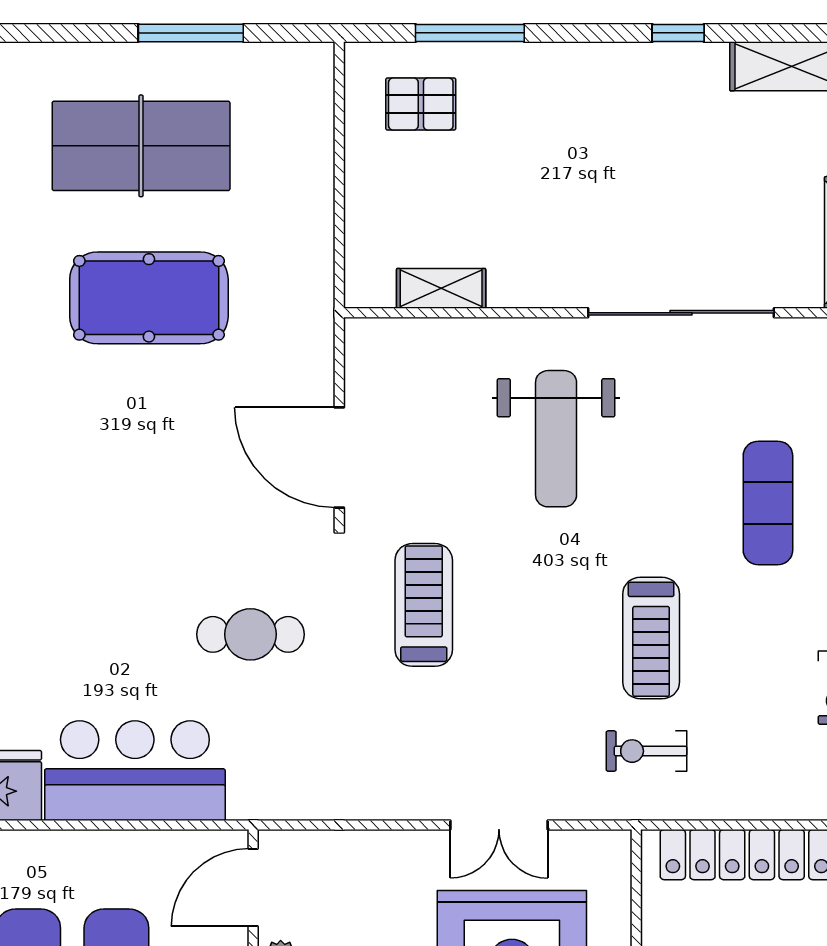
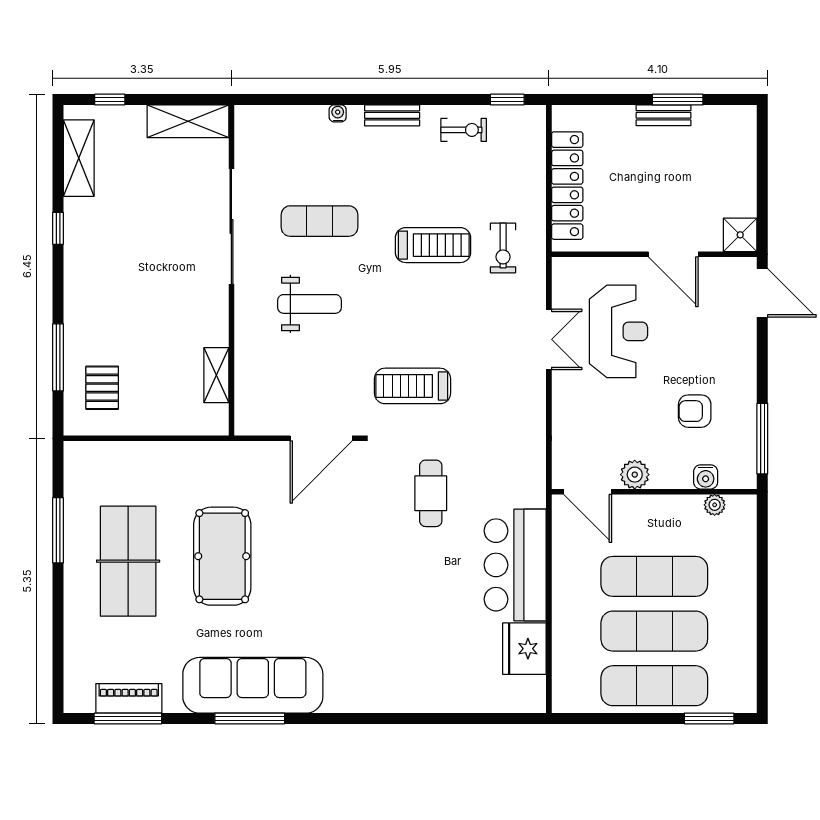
weight bench: (556, 439) -> (310, 304), width x0.73, depth x0.75
exercise mat: (768, 503) -> (319, 221), moved

